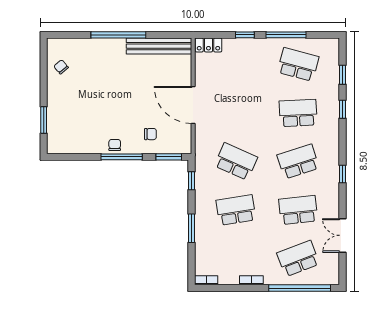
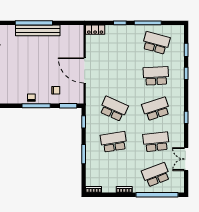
bench: (159, 46) -> (38, 30), moved

